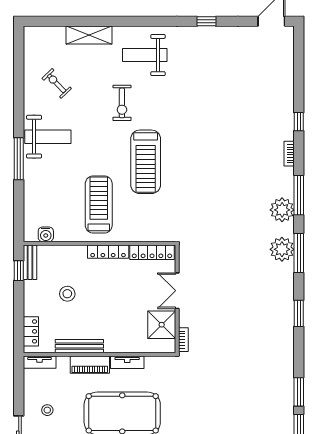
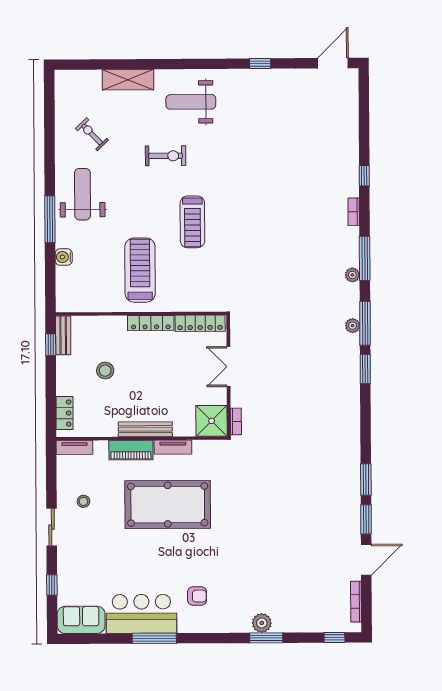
exercise bike: (122, 103) -> (166, 156), turned -90
weight bench: (48, 137) -> (83, 194), turned -90
treadmill: (146, 162) -> (192, 222), width x0.73, depth x0.73
plant: (282, 210) -> (352, 275), width x0.53, depth x0.53
water cooler: (46, 234) -> (64, 257), moved, turned 90
plant: (282, 249) -> (353, 326), width x0.53, depth x0.53
window: (299, 313) -> (365, 369), moved
shower: (162, 325) -> (212, 421), moved
bench: (79, 346) -> (145, 429), moved

